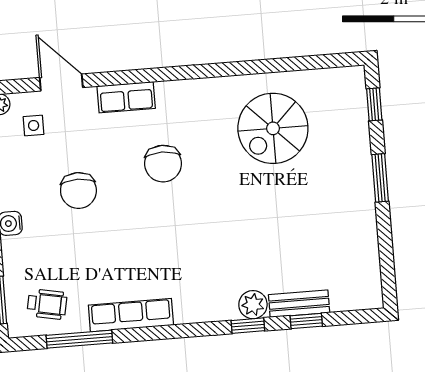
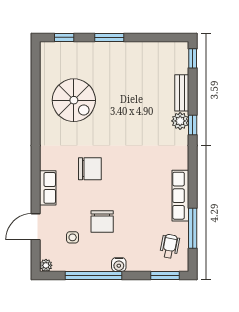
side table: (34, 125) -> (73, 237), moved
chair: (78, 190) -> (102, 222), turned 90
window: (306, 321) -> (193, 58), moved

